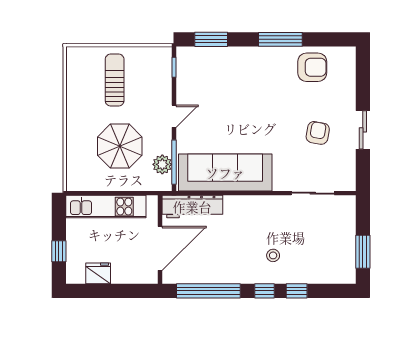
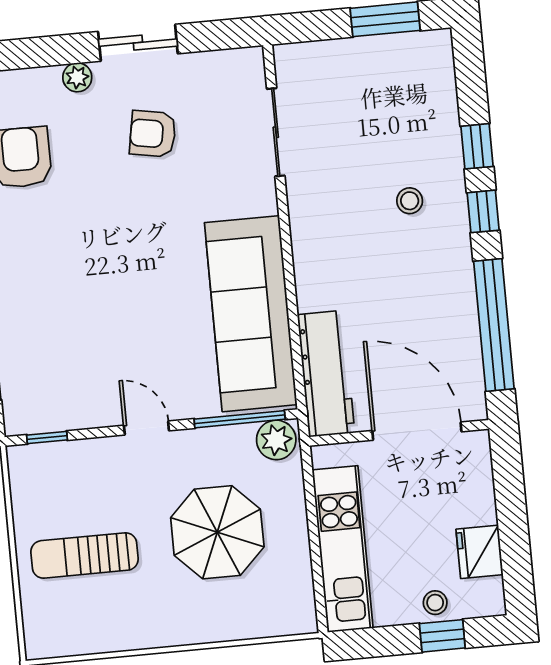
plant: (349, 99) -> (77, 77), added
plant: (162, 164) -> (276, 440), moved
stool: (75, 249) -> (435, 603), added

